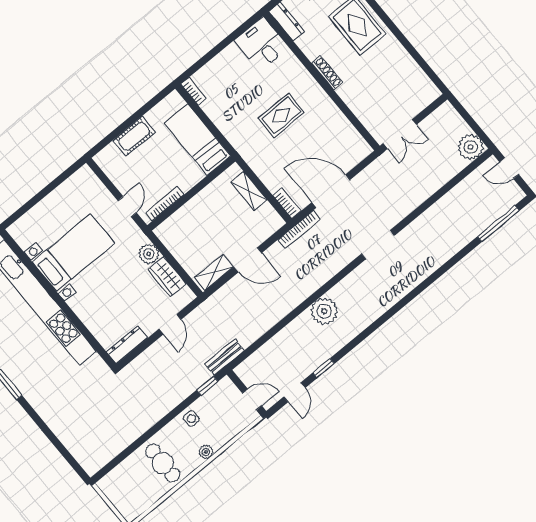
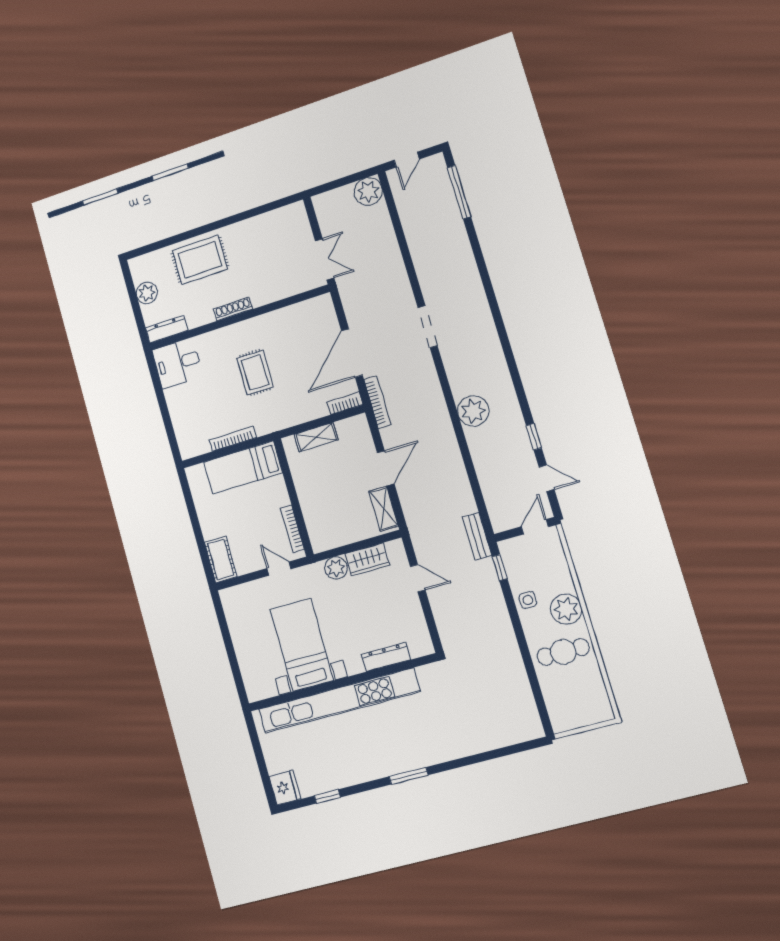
bookcase: (194, 91) -> (233, 439), moved, width x1.56
cot: (134, 136) -> (221, 559), moved
dresser: (127, 345) -> (386, 657), moved, turned 90
plant: (206, 452) -> (566, 609), width x1.88, depth x1.88

